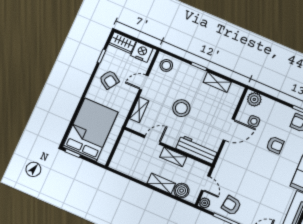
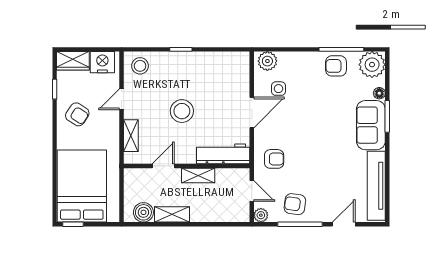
shelving: (217, 82) -> (212, 59), removed
armchair: (275, 145) -> (274, 159), moved
shelving: (161, 183) -> (172, 214), moved
boiler: (182, 191) -> (143, 212), moved

